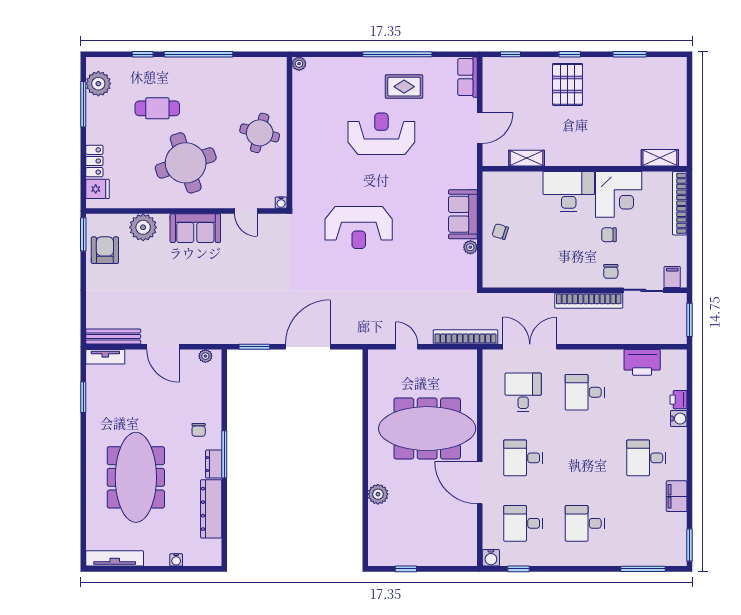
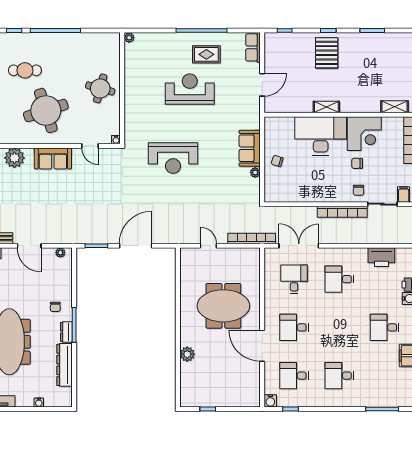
shelving: (527, 158) -> (326, 107), moved
desk: (569, 191) -> (321, 136), width x1.36, depth x1.30
meeting table: (427, 429) -> (223, 306), width x0.73

